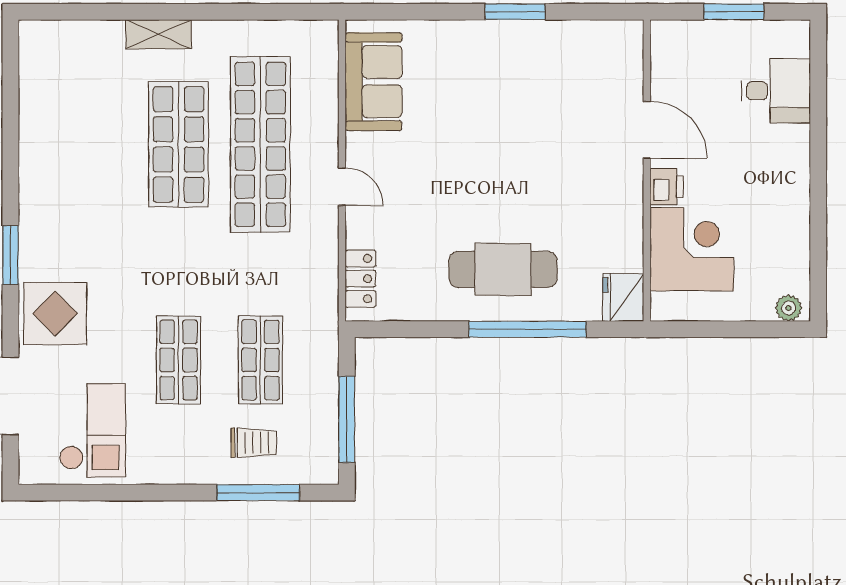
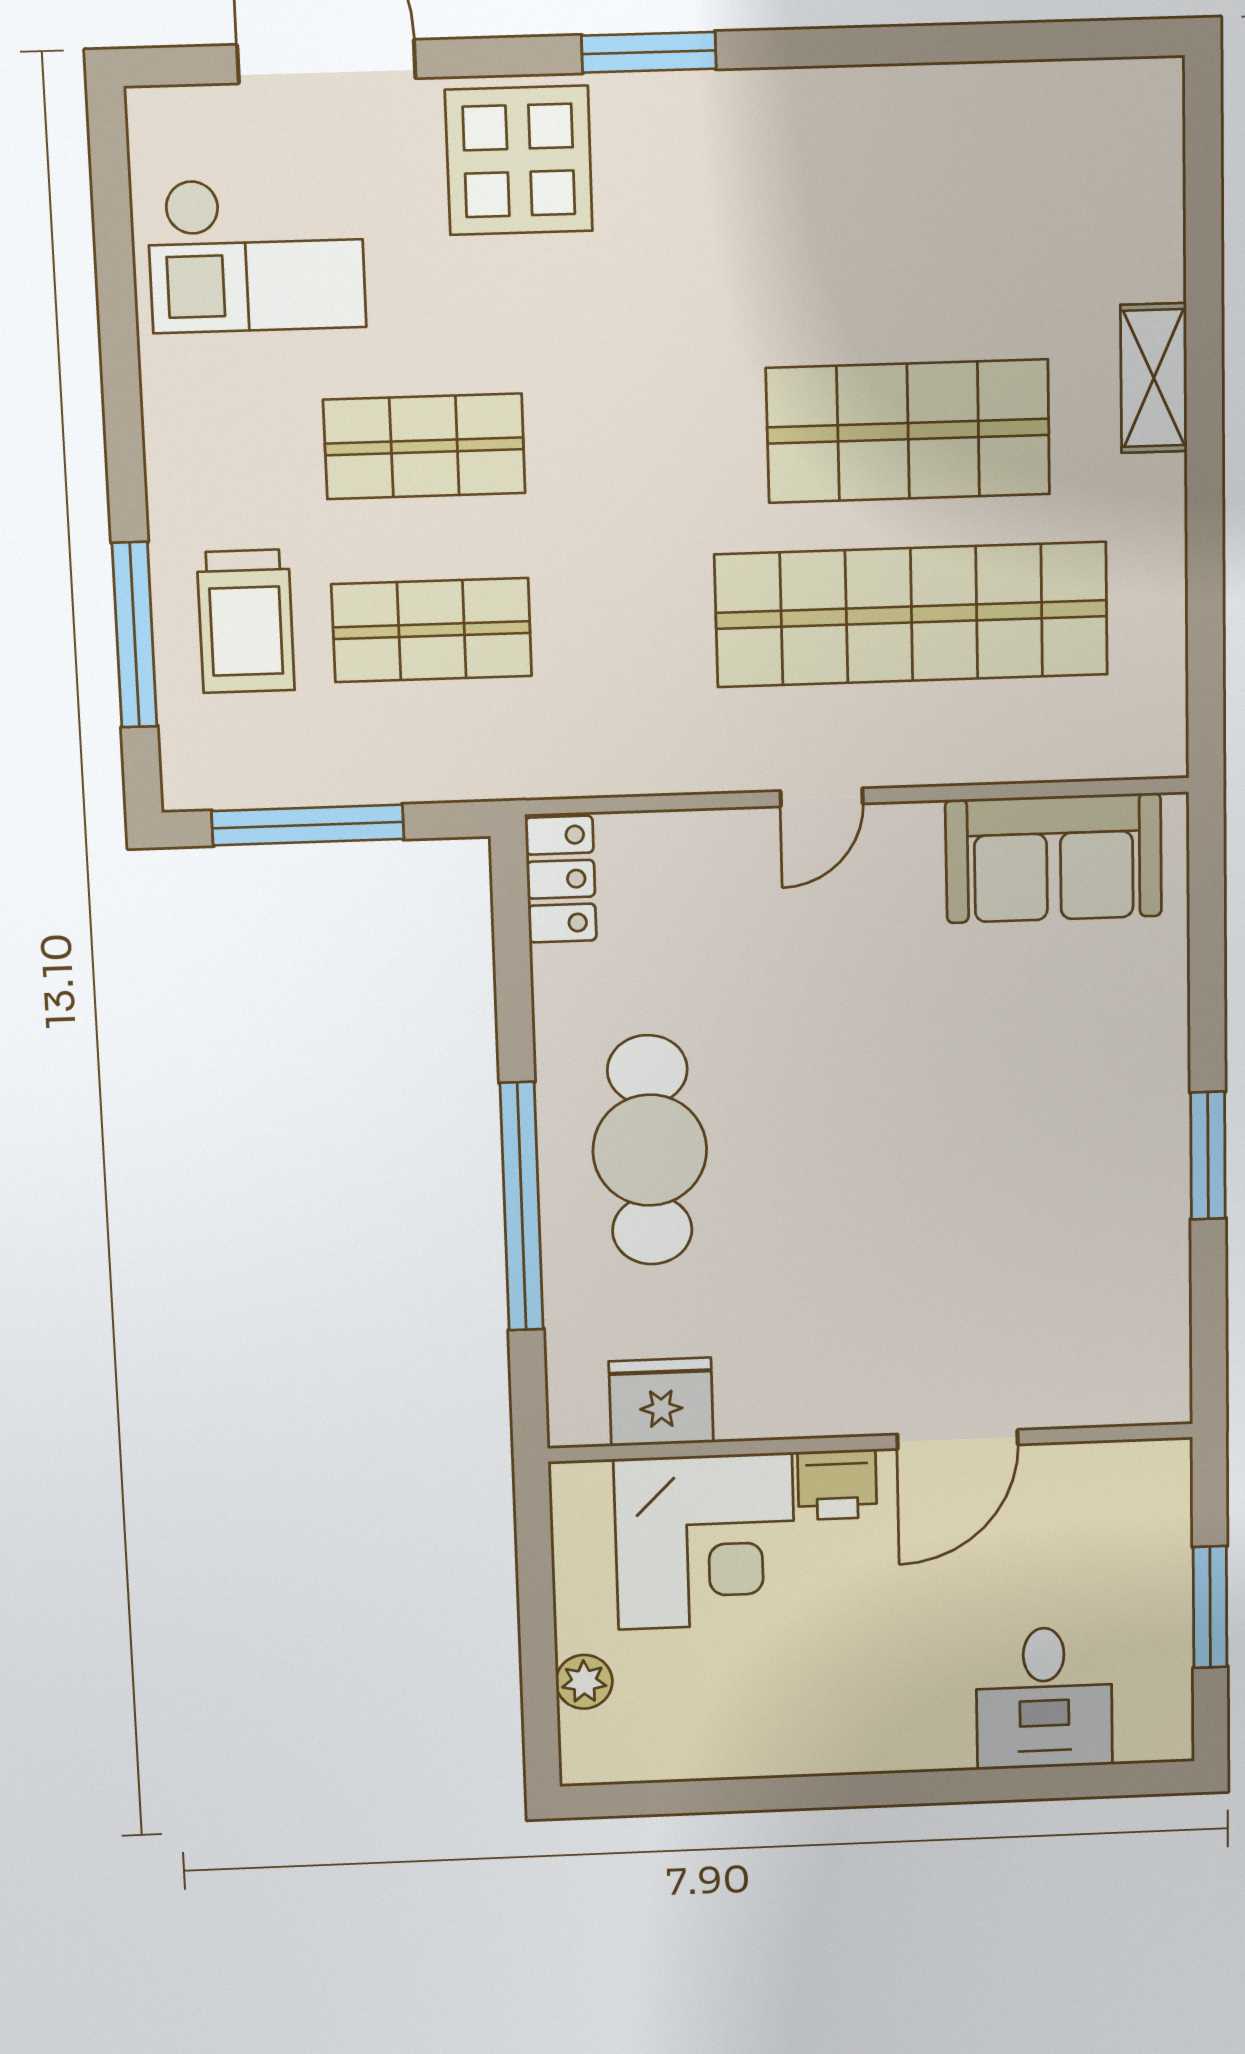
locker: (360, 279) -> (561, 879), moved, turned -90
fridge: (623, 297) -> (661, 1402), moved
plant: (789, 308) -> (584, 1682), moved
trolley: (254, 443) -> (246, 621), width x1.36, depth x1.39

